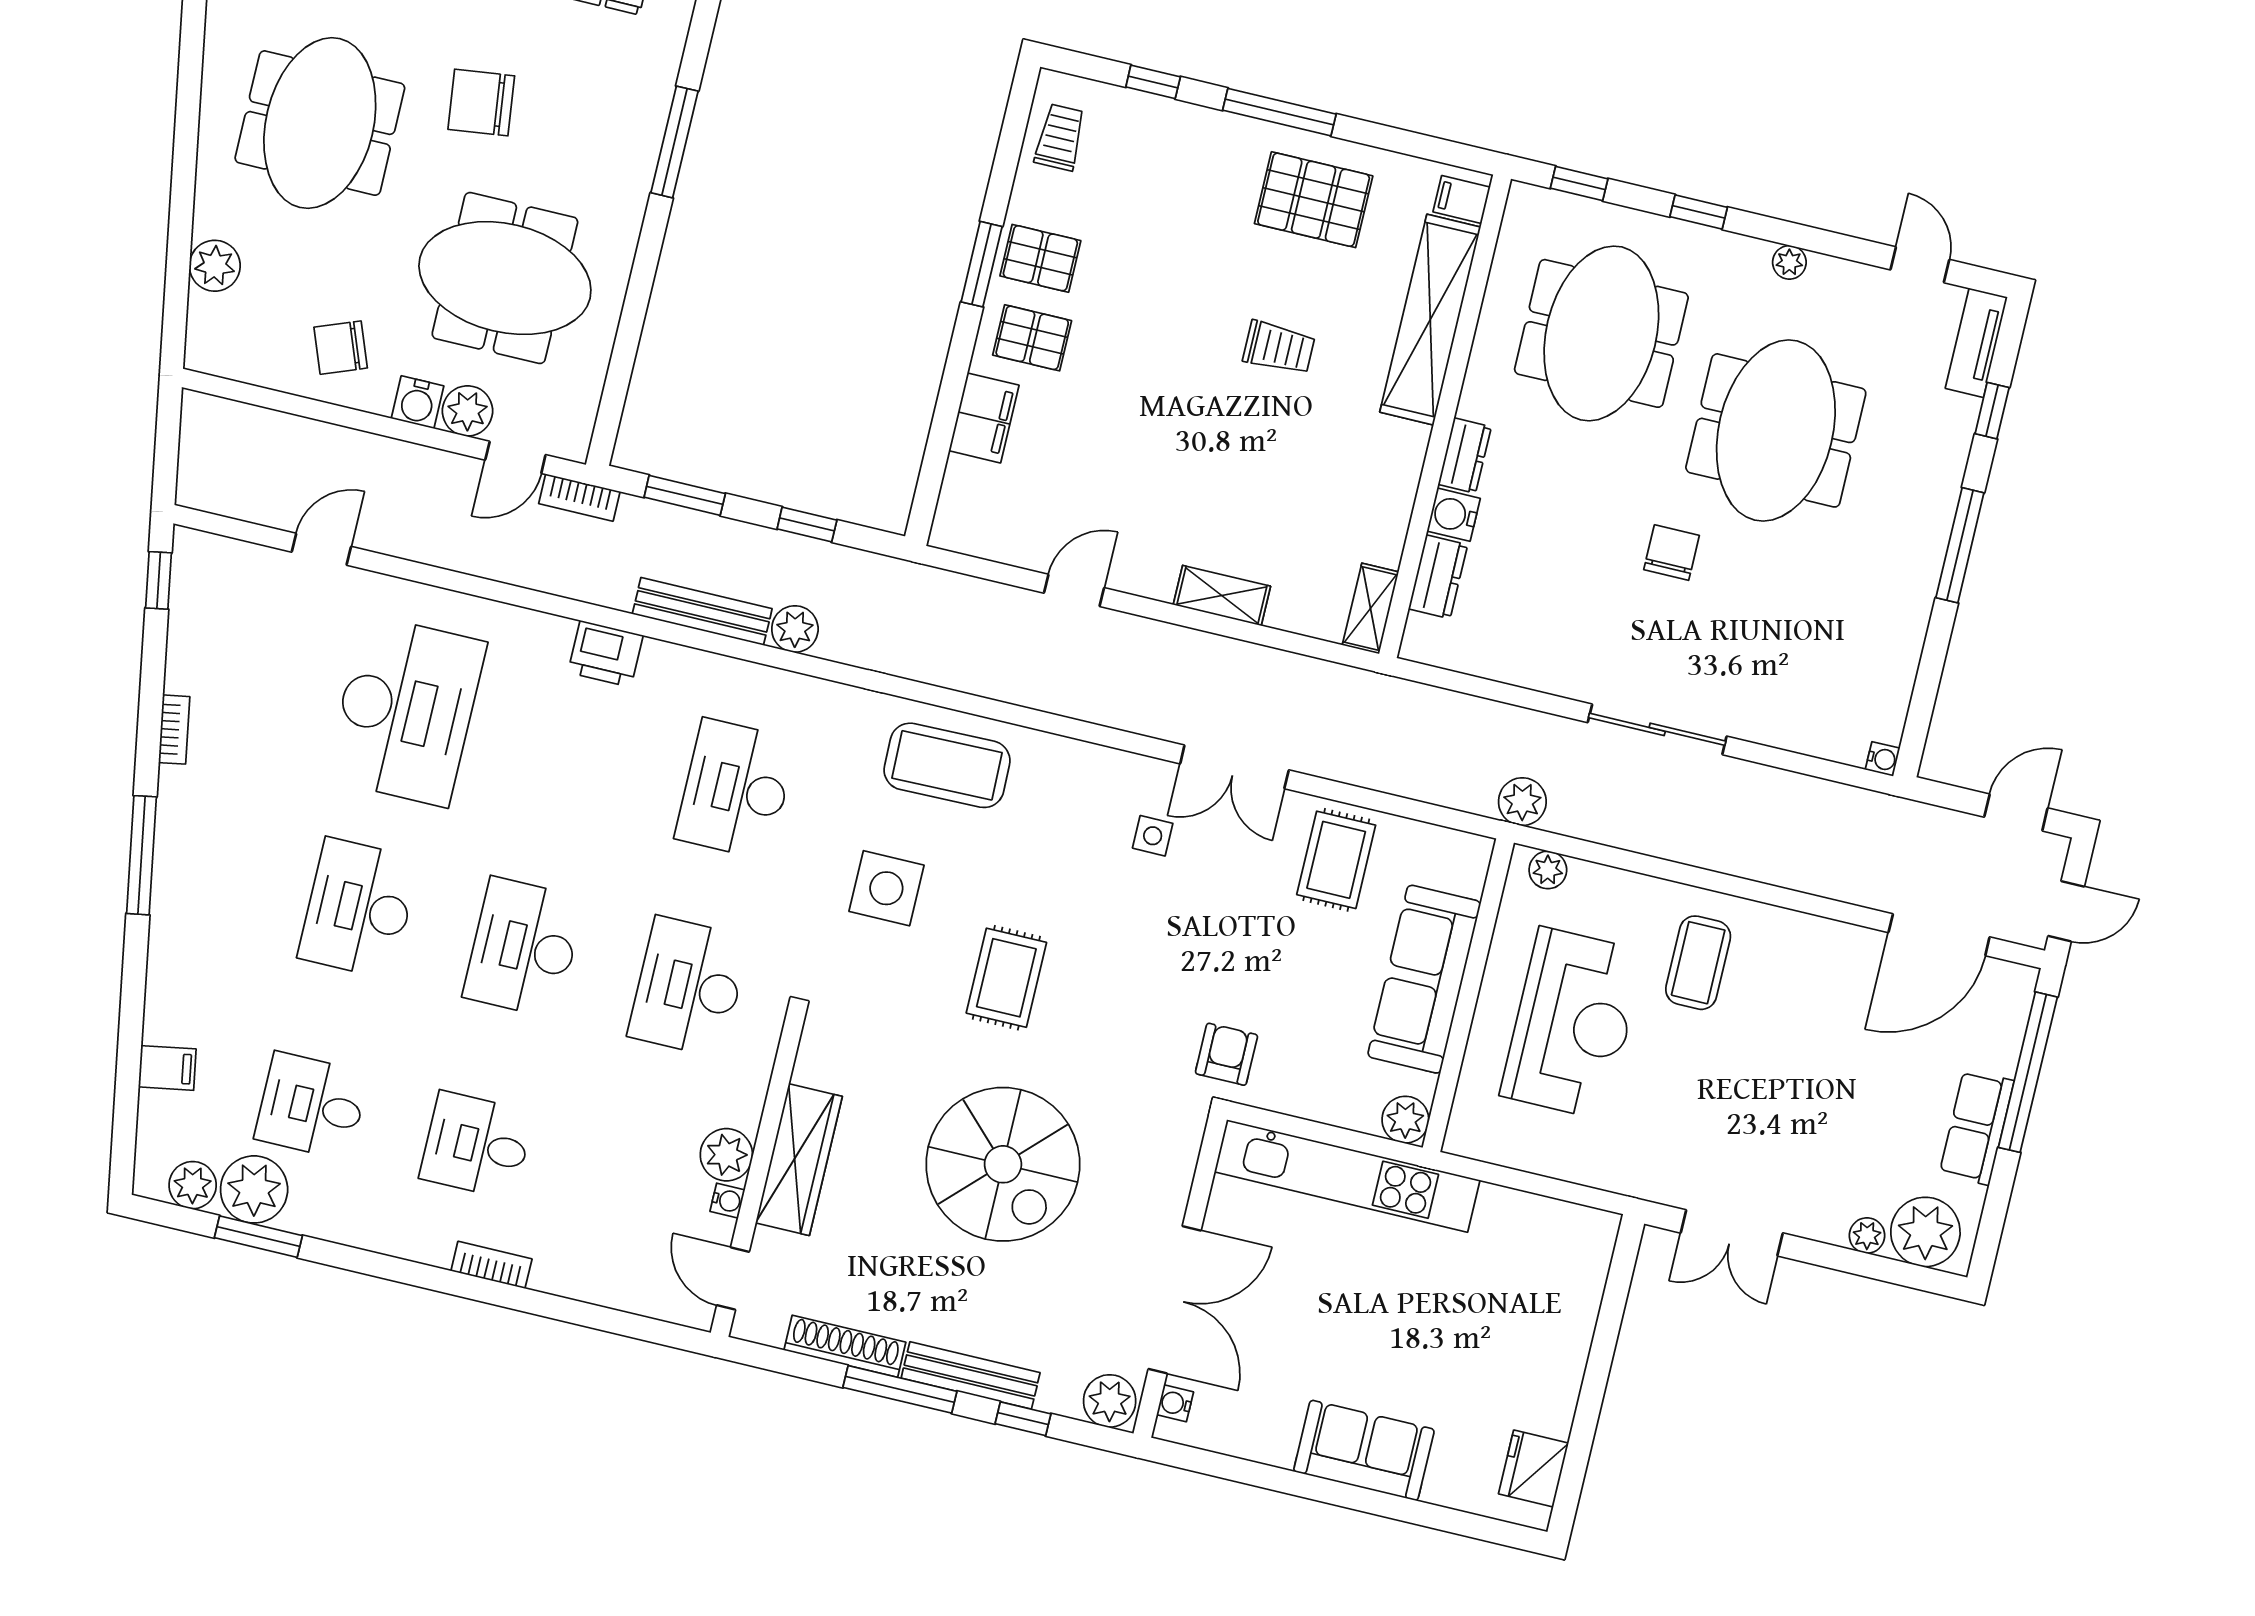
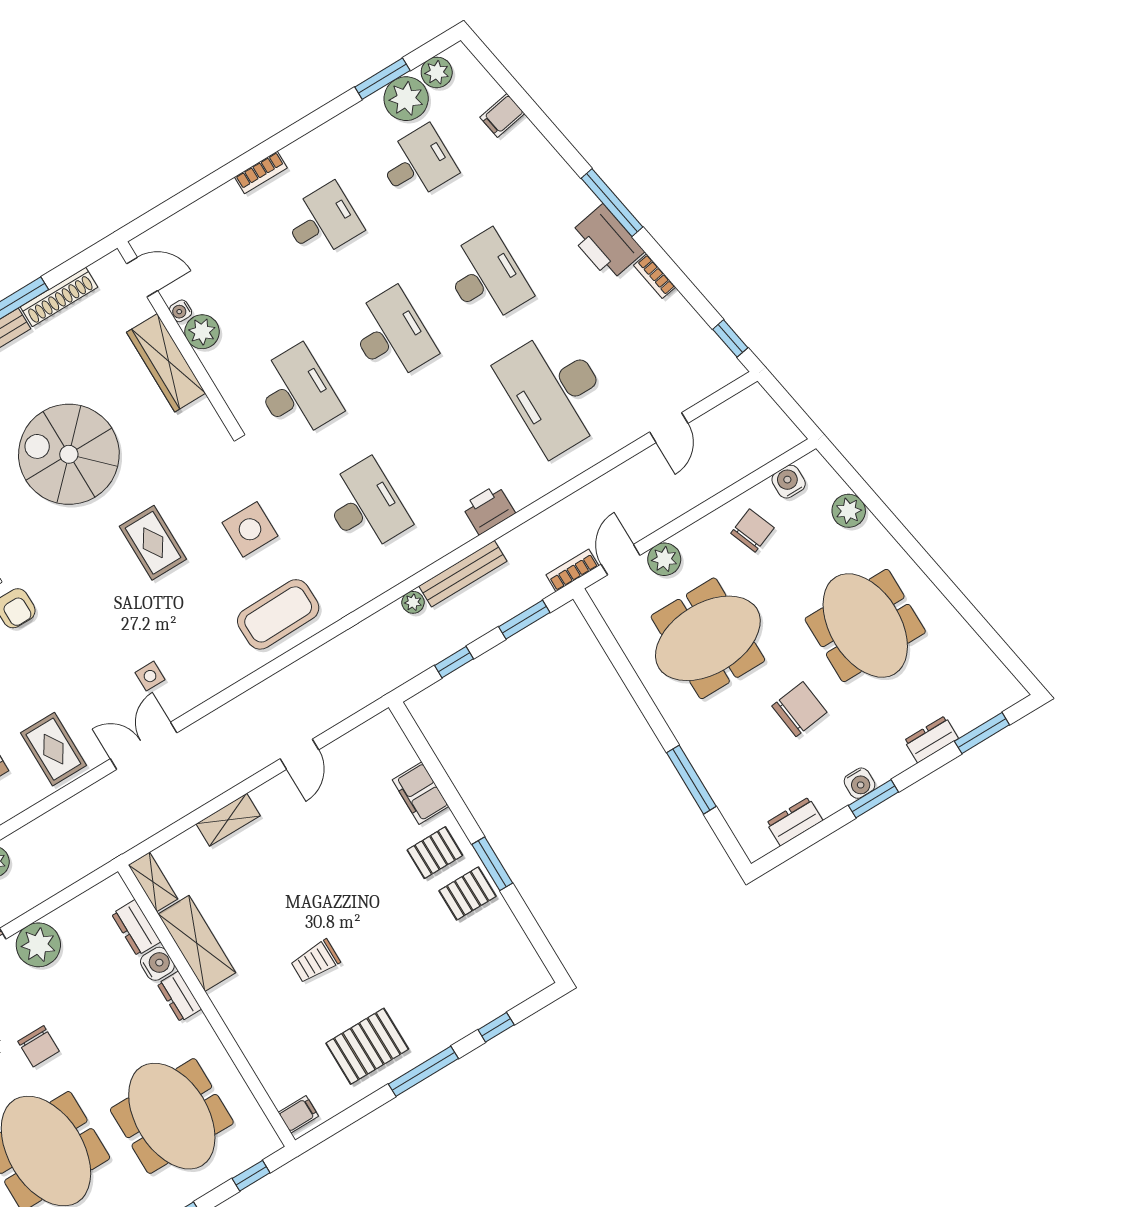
trolley: (1060, 137) -> (514, 959), removed
shelving: (1430, 320) -> (197, 943), moved, width x0.68
water cooler: (417, 402) -> (789, 482), moved
plant: (795, 629) -> (413, 602), width x0.73, depth x0.73
plant: (1563, 663) -> (38, 945), added
printer: (190, 817) -> (607, 243), added

